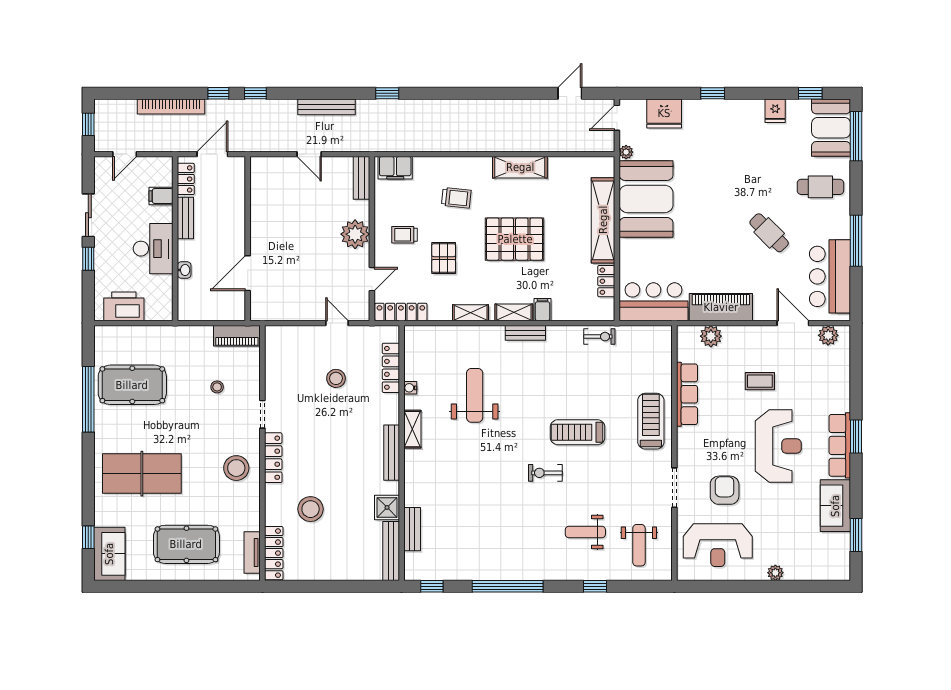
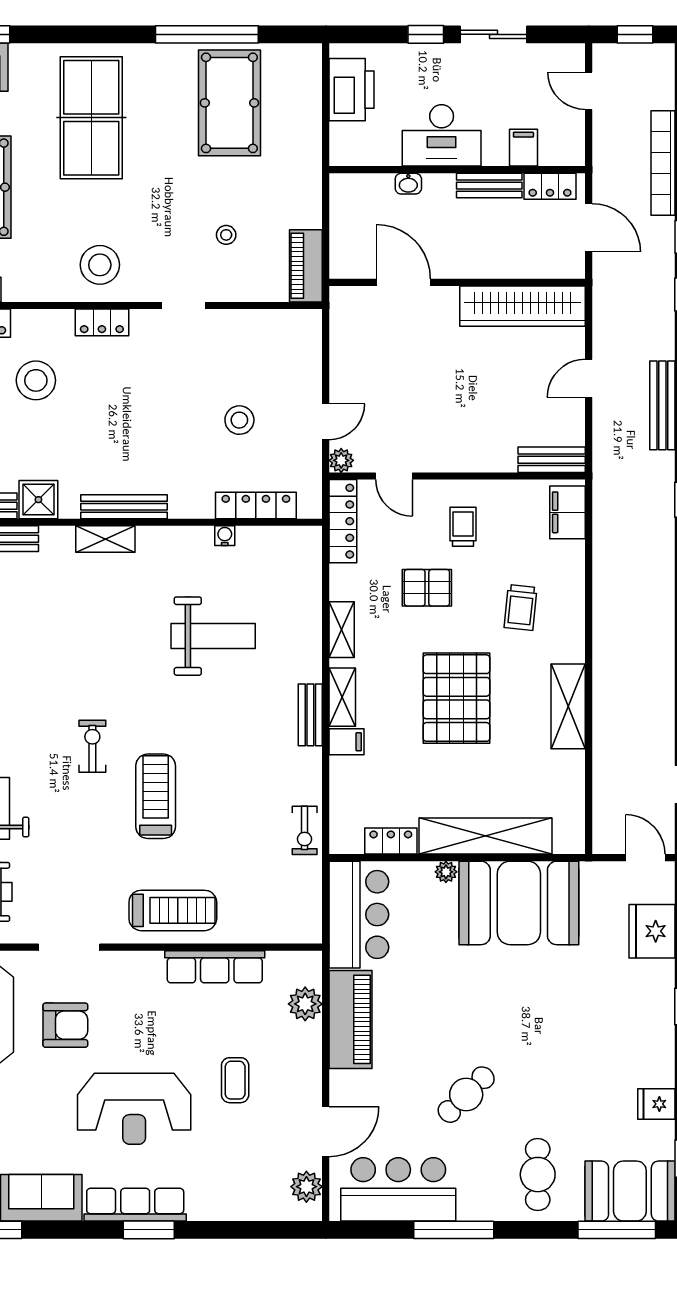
plant: (626, 152) -> (446, 872), moved
wardrobe: (263, 197) -> (522, 306), added
plant: (355, 234) -> (341, 460), moved, width x0.53, depth x0.53
shelving: (412, 429) -> (105, 539), moved
locker: (273, 458) -> (102, 322), width x0.66

